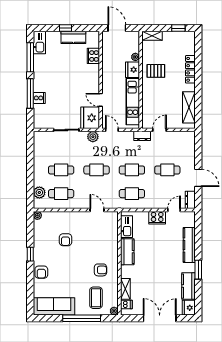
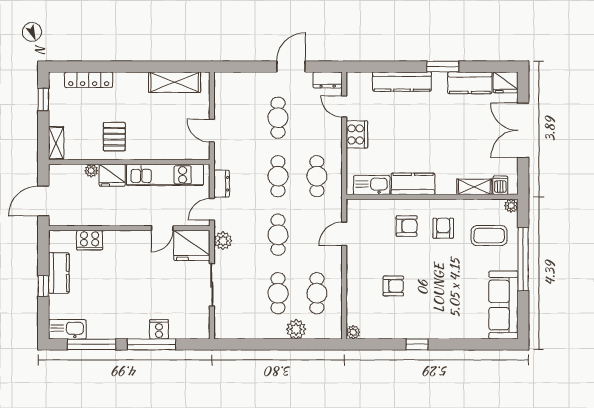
locker: (190, 69) -> (89, 80), moved
dresser: (142, 136) -> (222, 184), moved
plant: (39, 192) -> (296, 329), moved
armchair: (41, 272) -> (407, 226), moved

